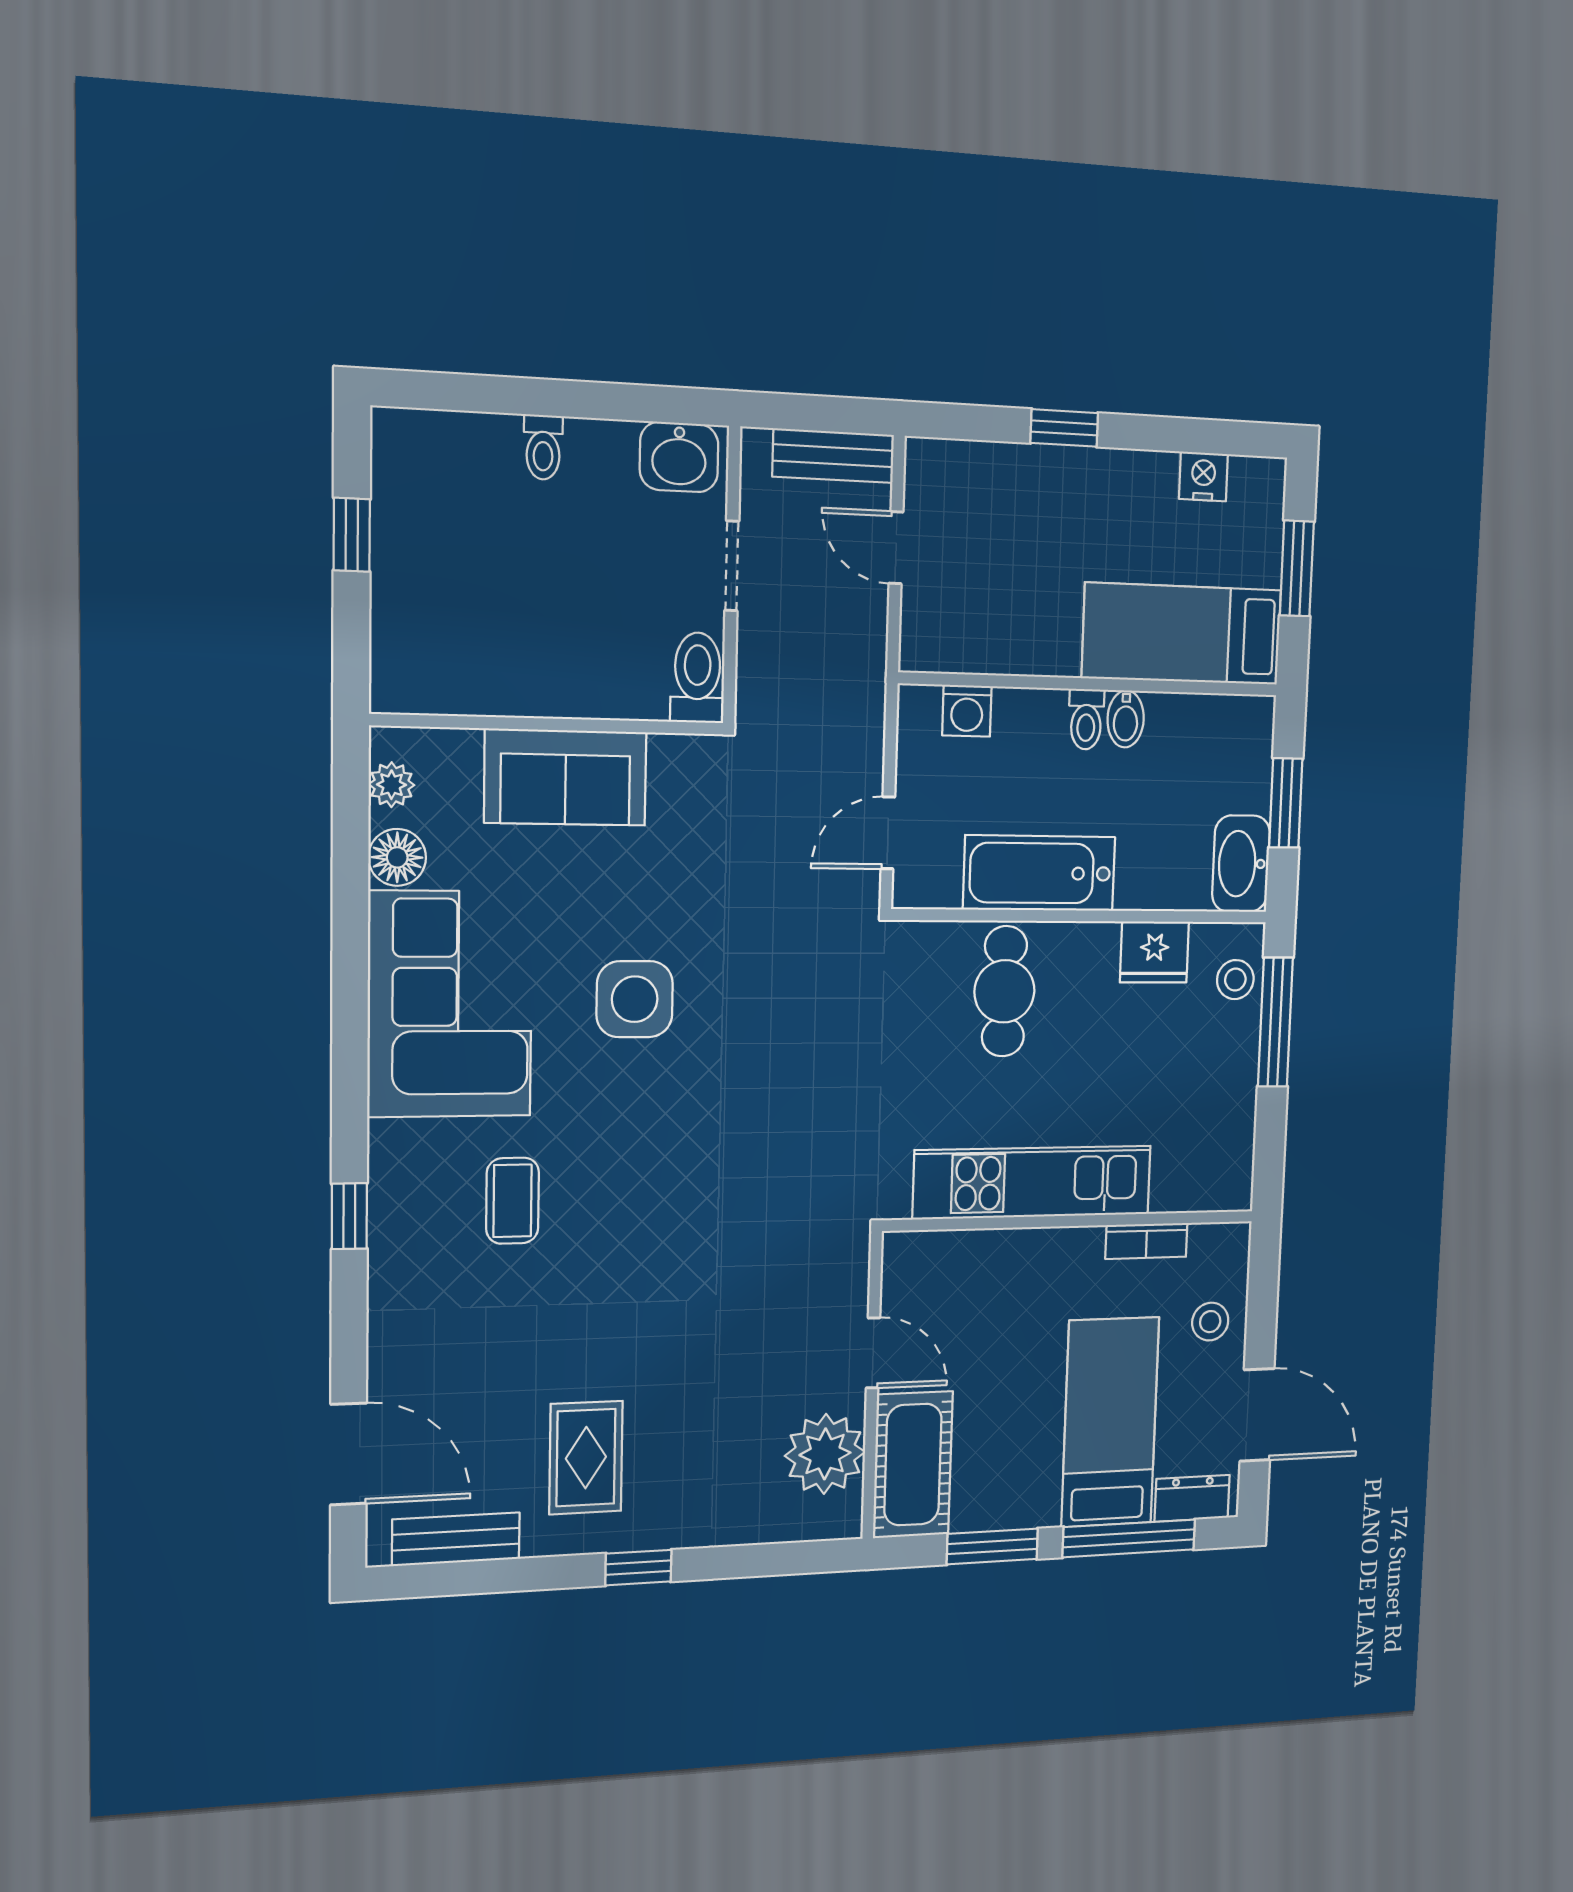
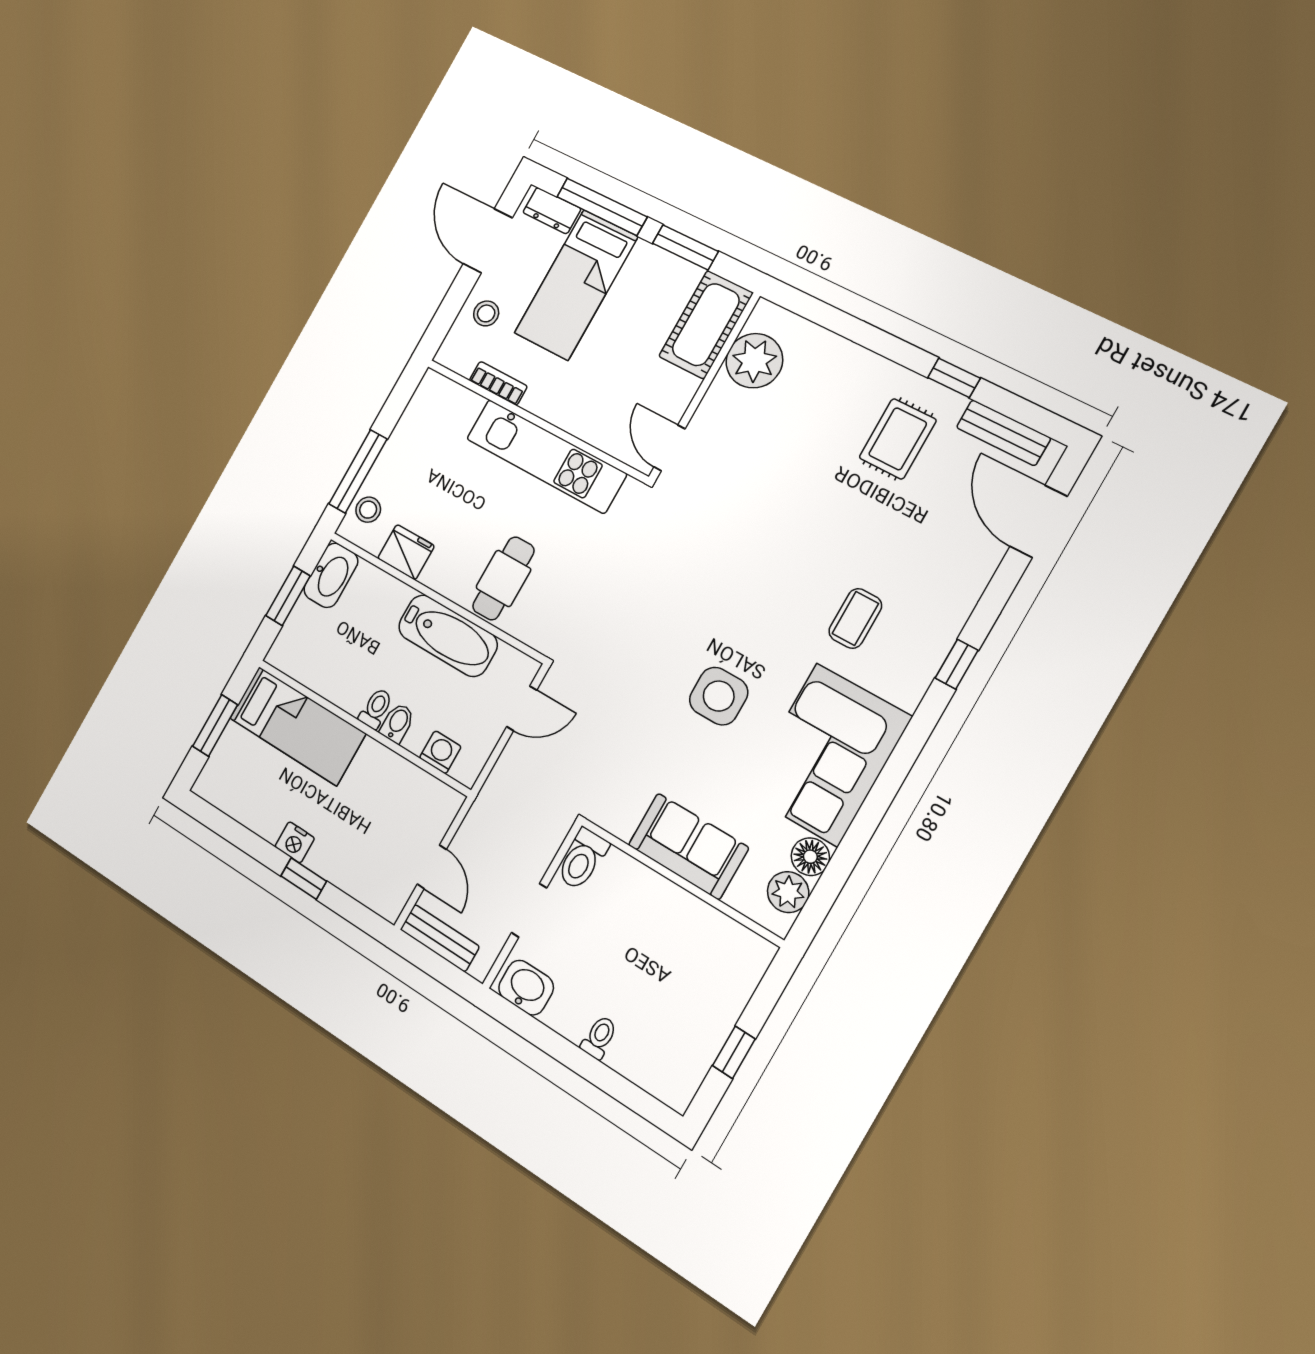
nightstand: (1203, 476) -> (295, 842), moved
bidet: (1126, 719) -> (397, 723), moved
plant: (392, 785) -> (788, 892), width x1.38, depth x1.38
door: (873, 1353) -> (669, 448), moved
window: (638, 1568) -> (954, 378), moved

